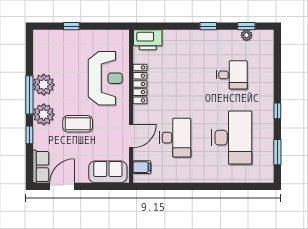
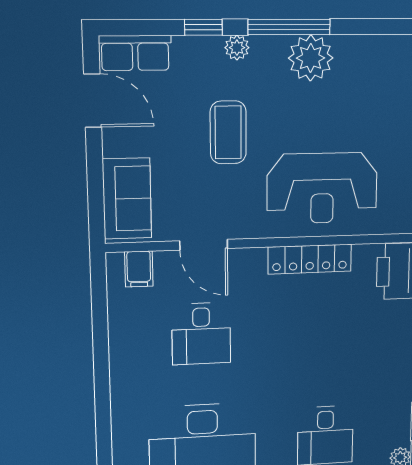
plant: (44, 114) -> (237, 48), width x0.53, depth x0.53
desk: (175, 138) -> (201, 334), width x0.73

